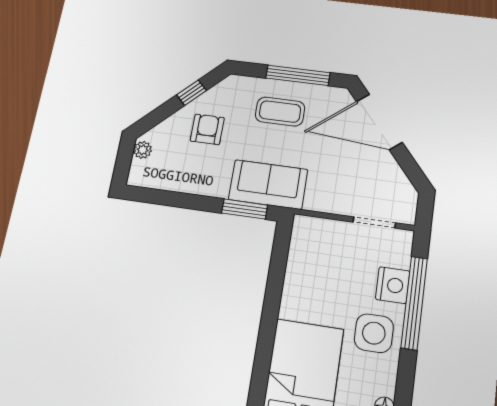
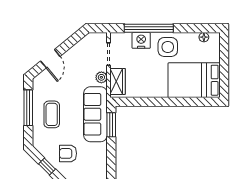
door: (379, 122) -> (50, 59), width x0.53
sofa: (268, 184) -> (95, 114), width x1.36
plant: (333, 204) -> (101, 77), added
wardrobe: (322, 231) -> (118, 81), added

